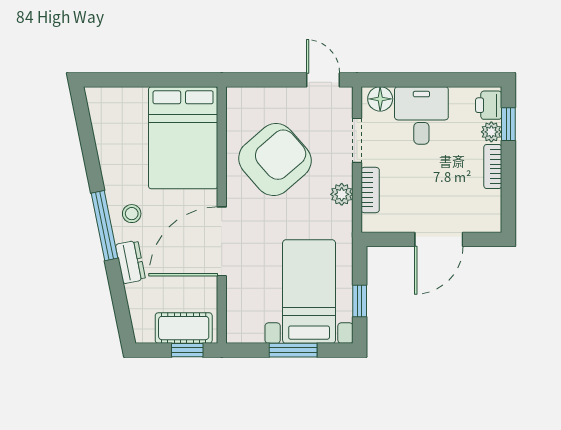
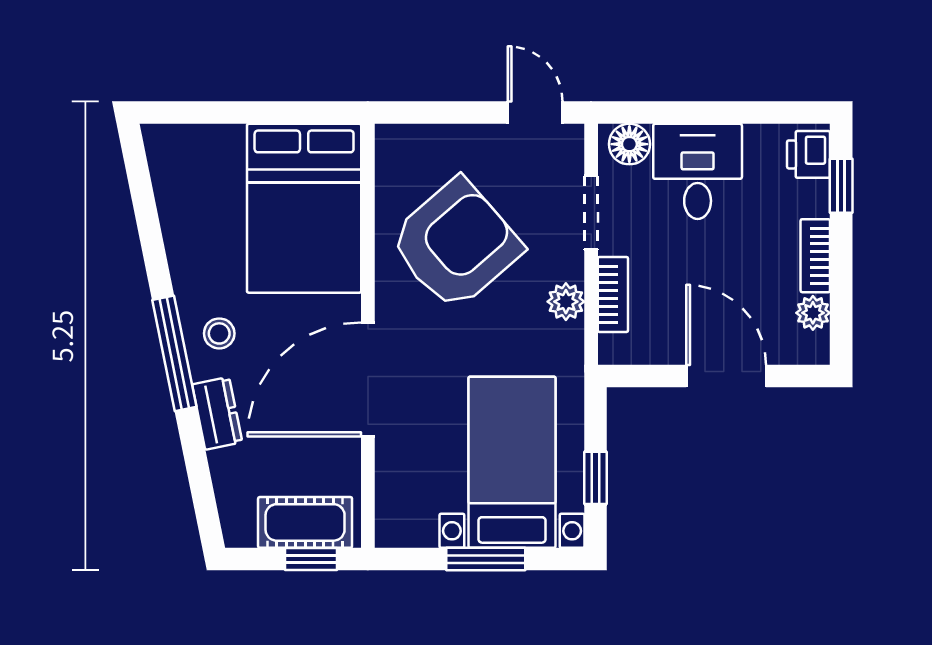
plant: (491, 132) -> (813, 313), moved
door: (439, 239) -> (726, 376), swing flipped

